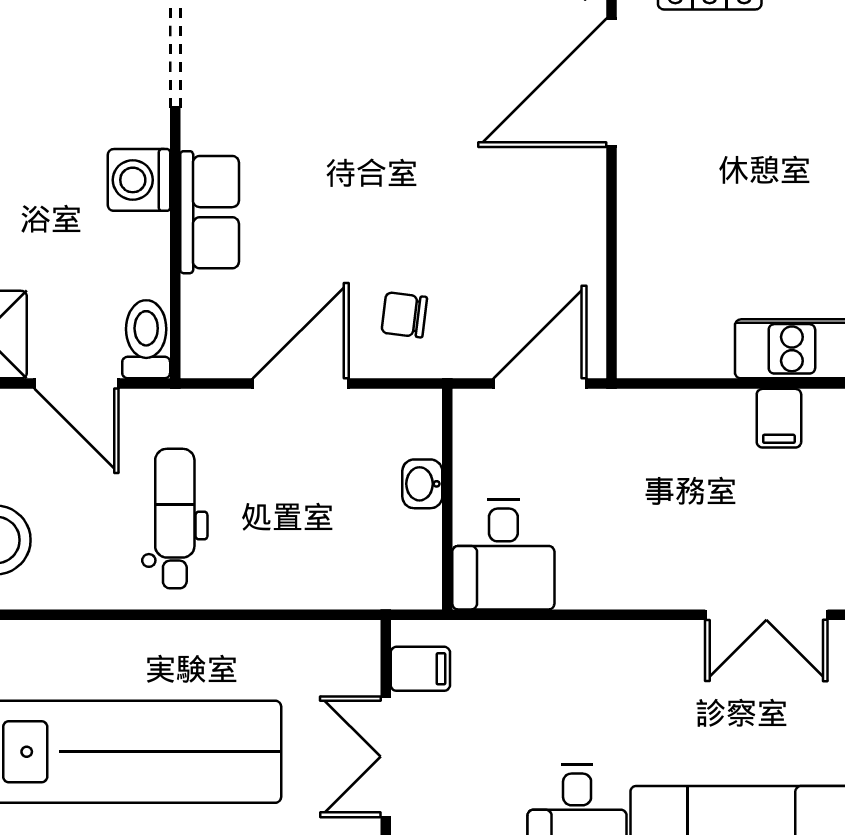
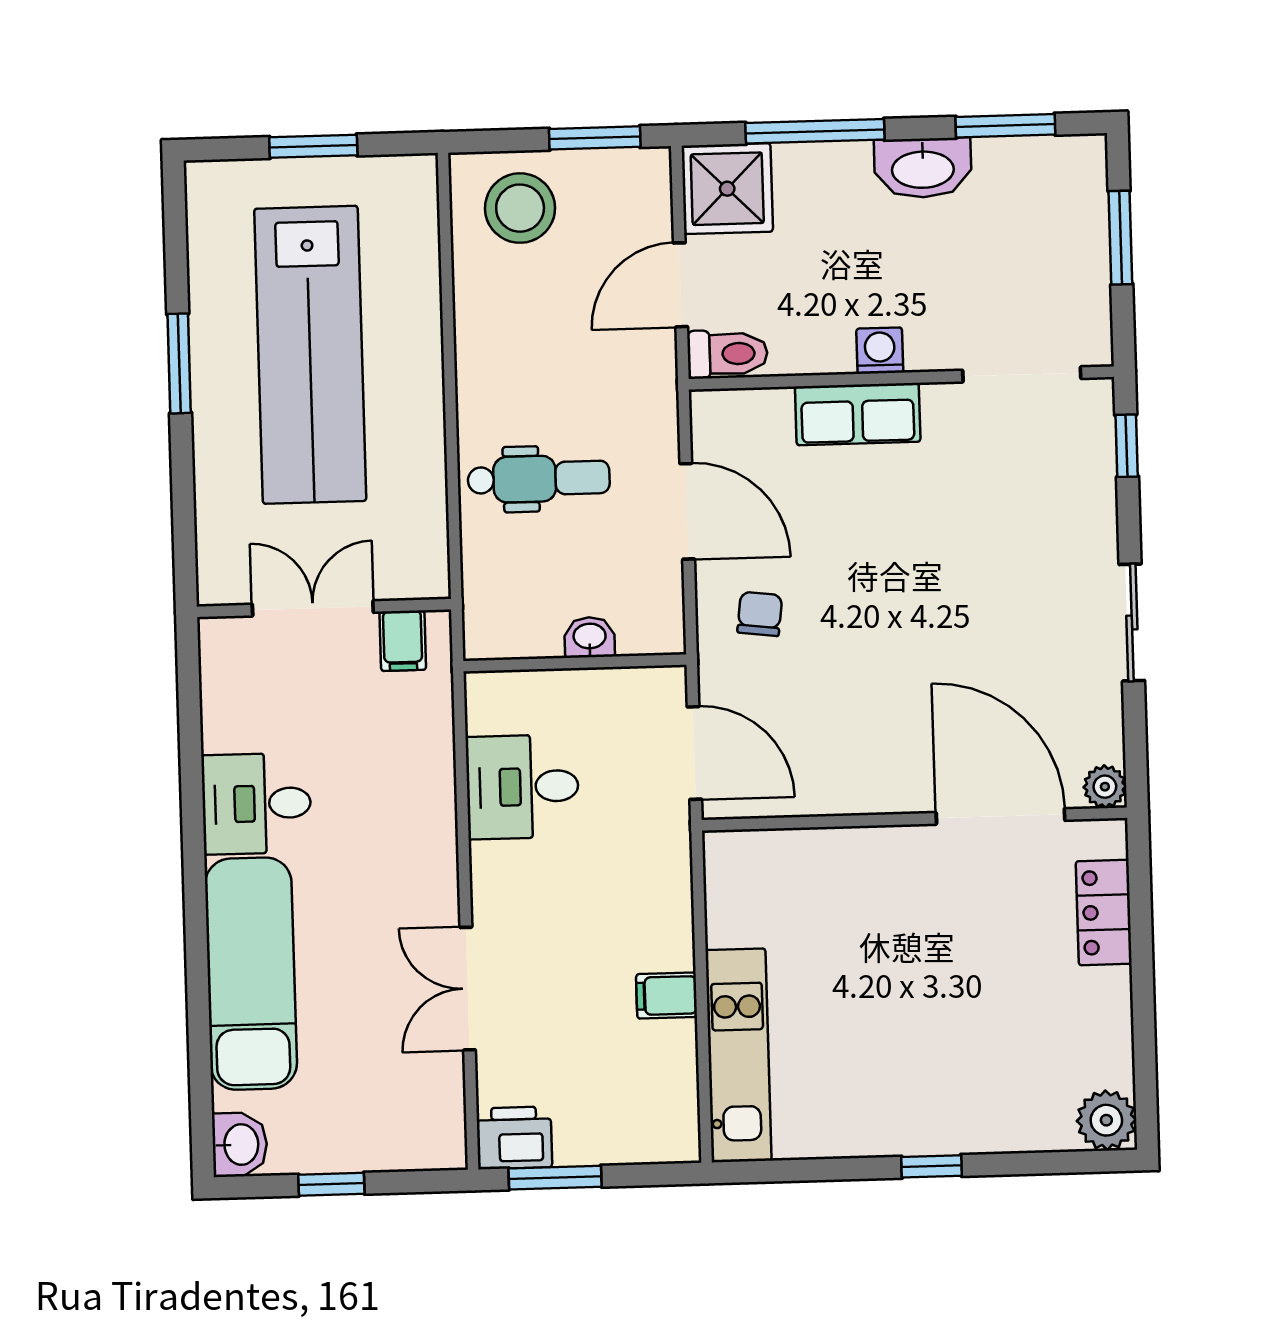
washing machine: (139, 180) -> (880, 351), width x0.73, depth x0.73
dental chair: (175, 519) -> (539, 479), moved
desk: (503, 555) -> (522, 787), moved

